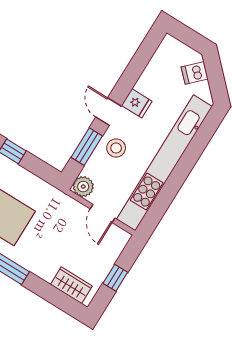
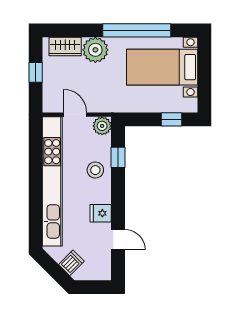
door: (108, 112) -> (118, 240), moved
window: (87, 147) -> (118, 157), width x0.67
plant: (44, 264) -> (95, 50), added

